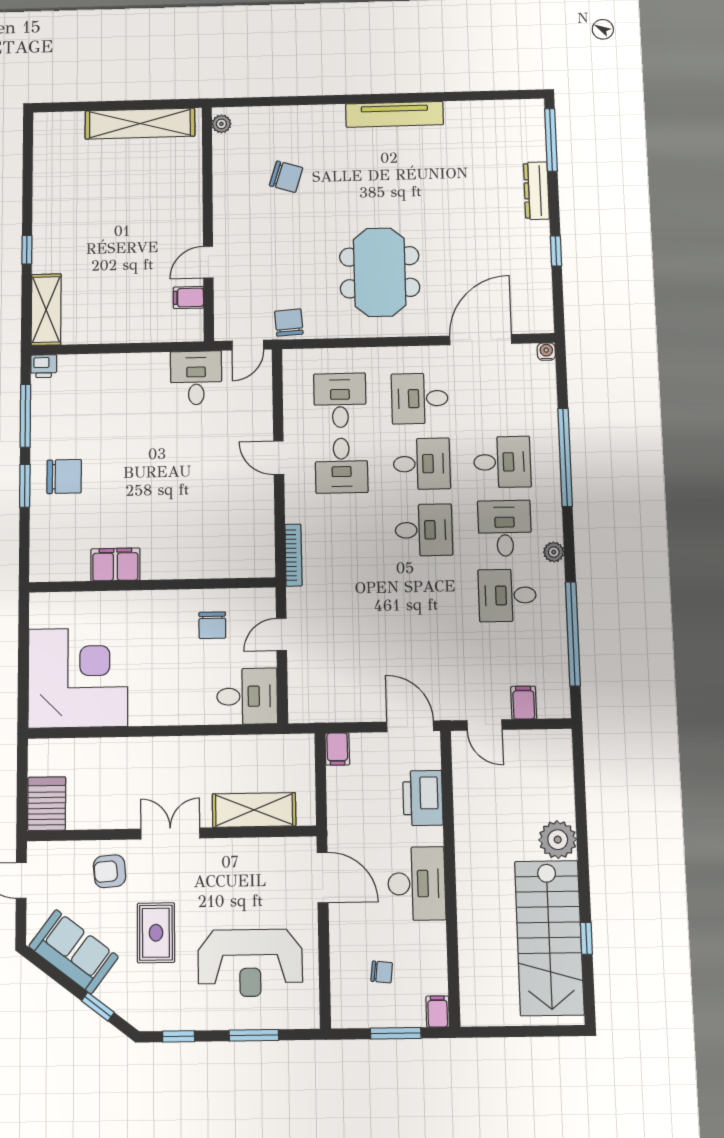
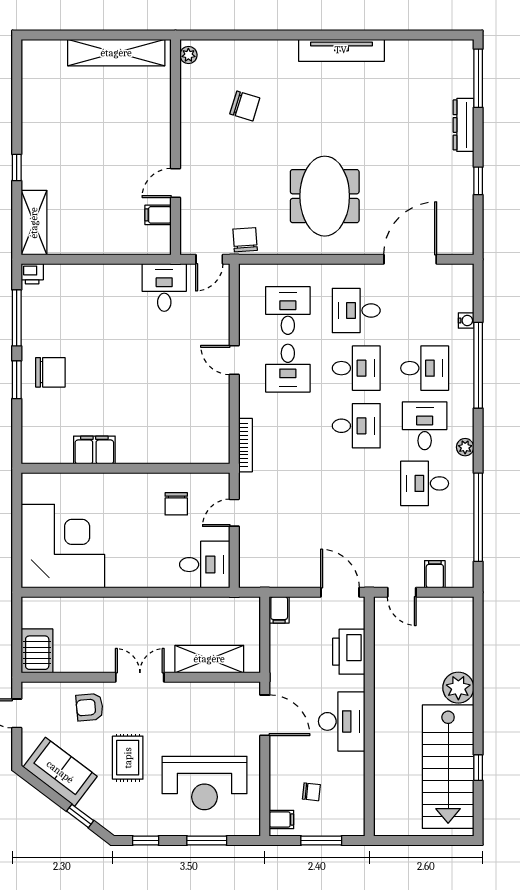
water cooler: (546, 352) -> (466, 321), moved, turned 90
filing cabinet: (438, 1012) -> (281, 819), moved, turned 90

